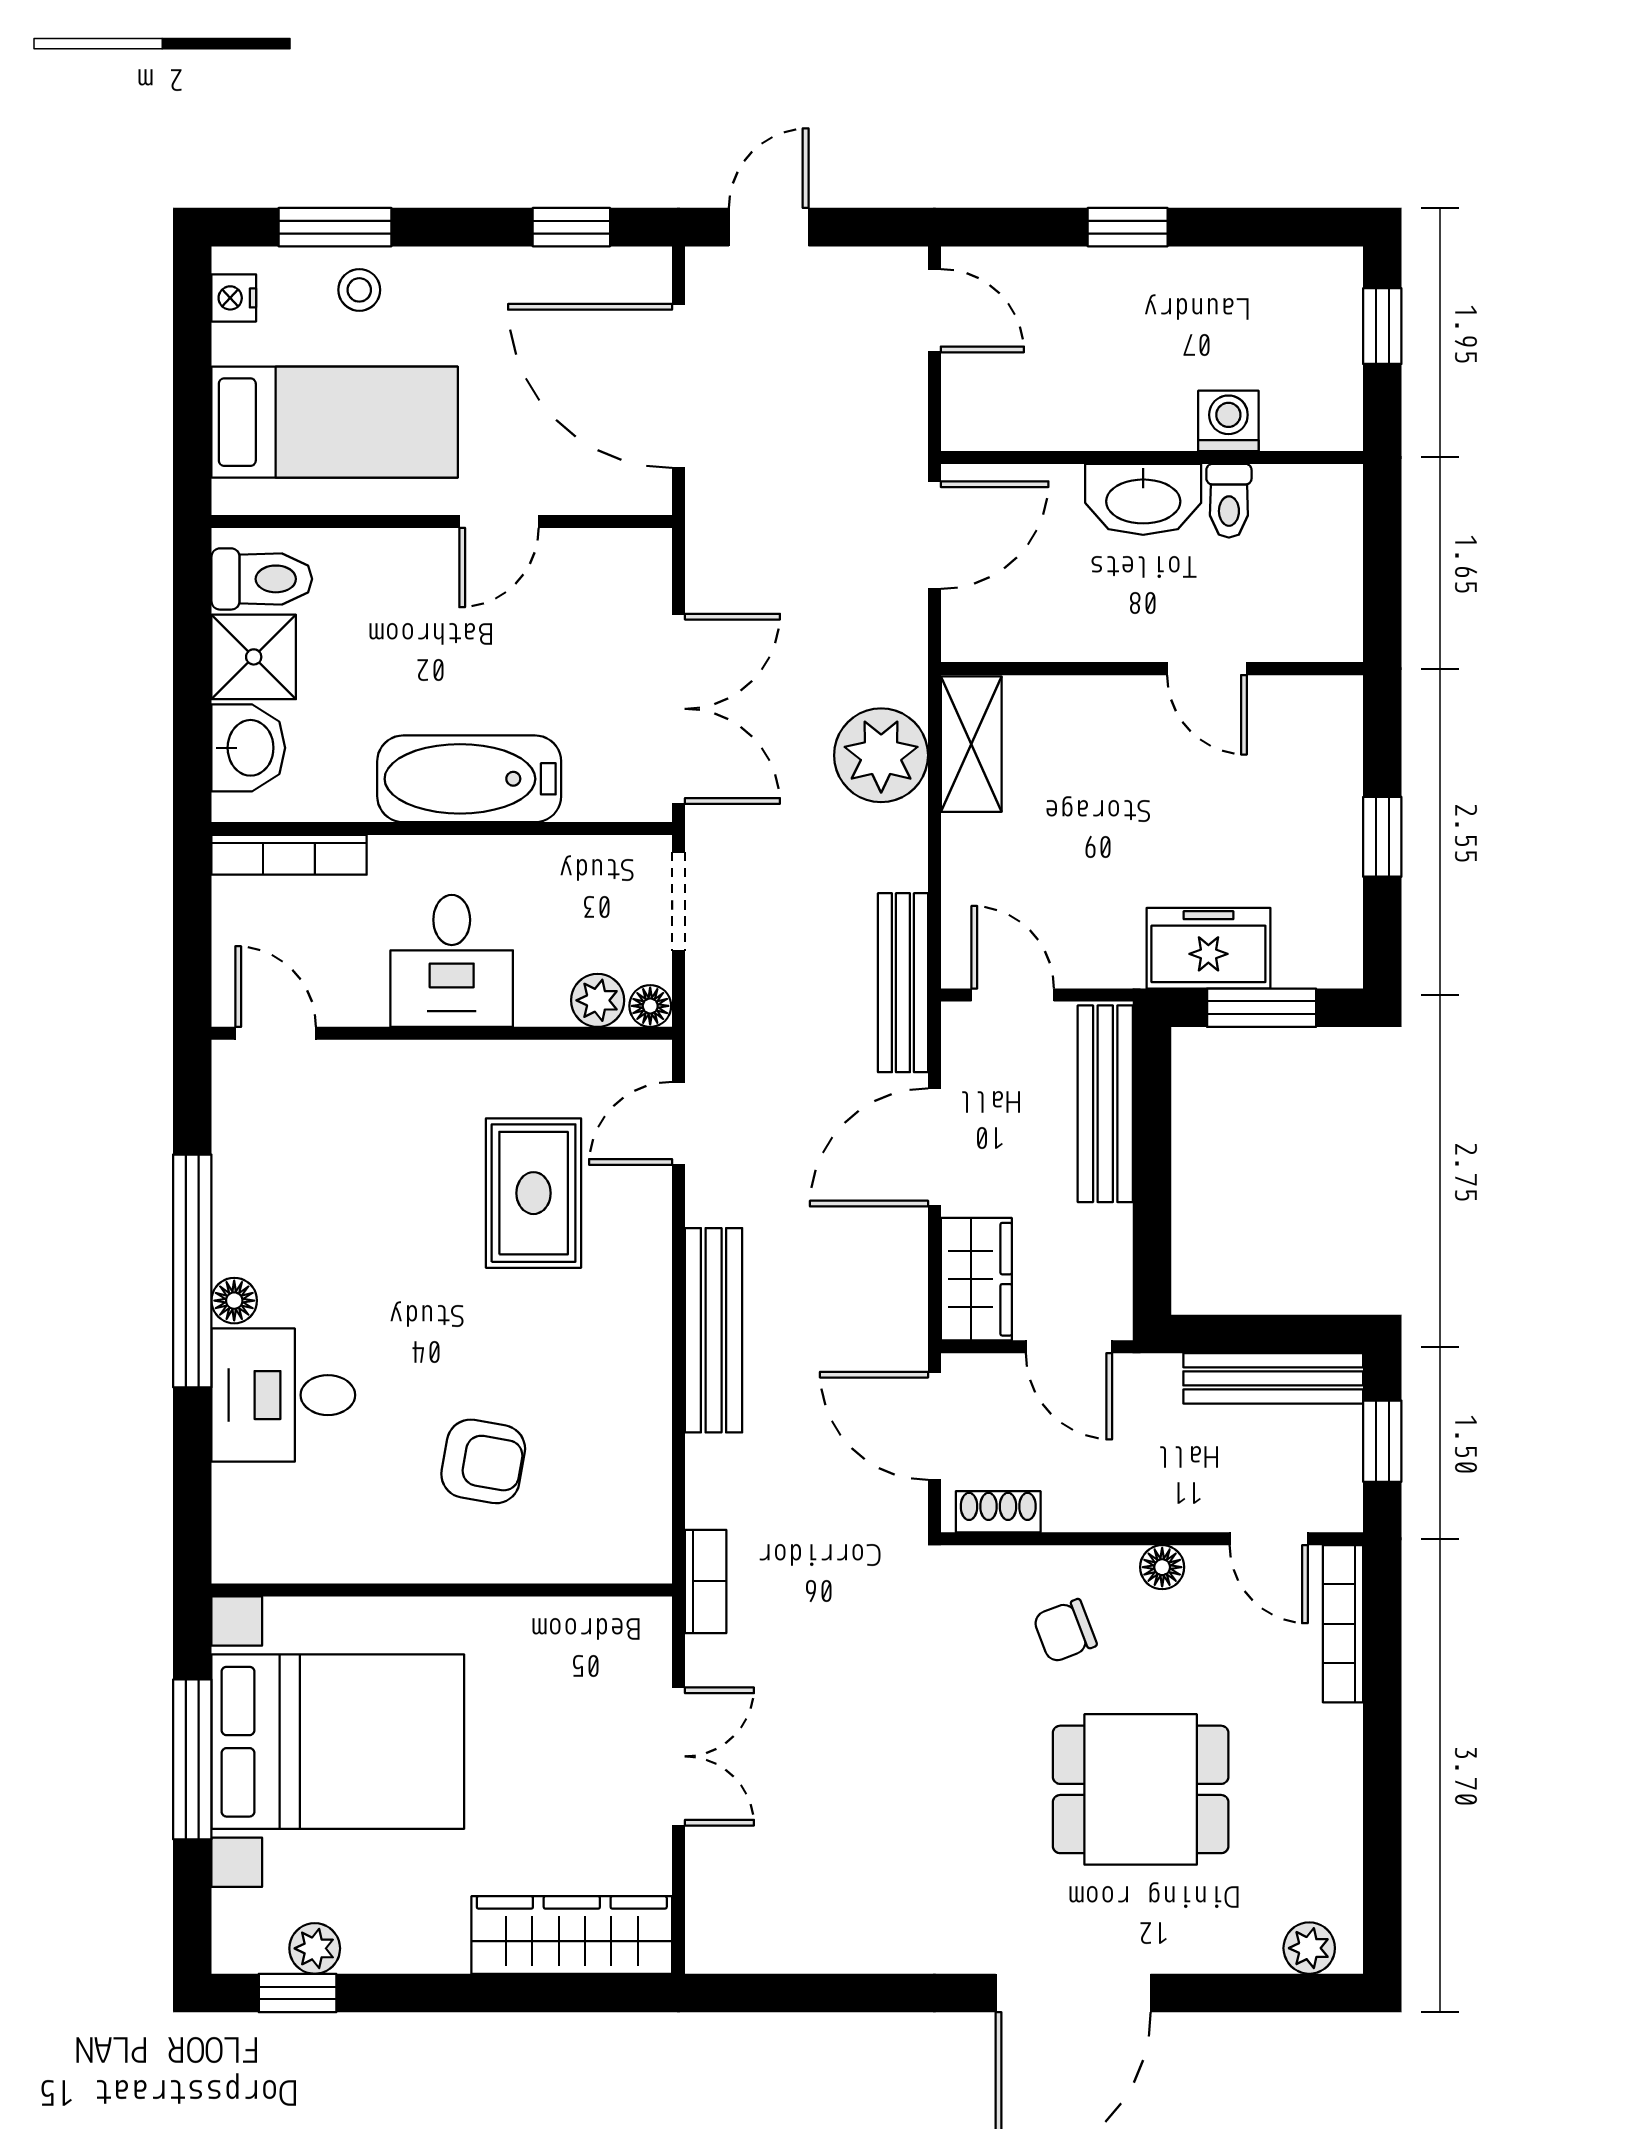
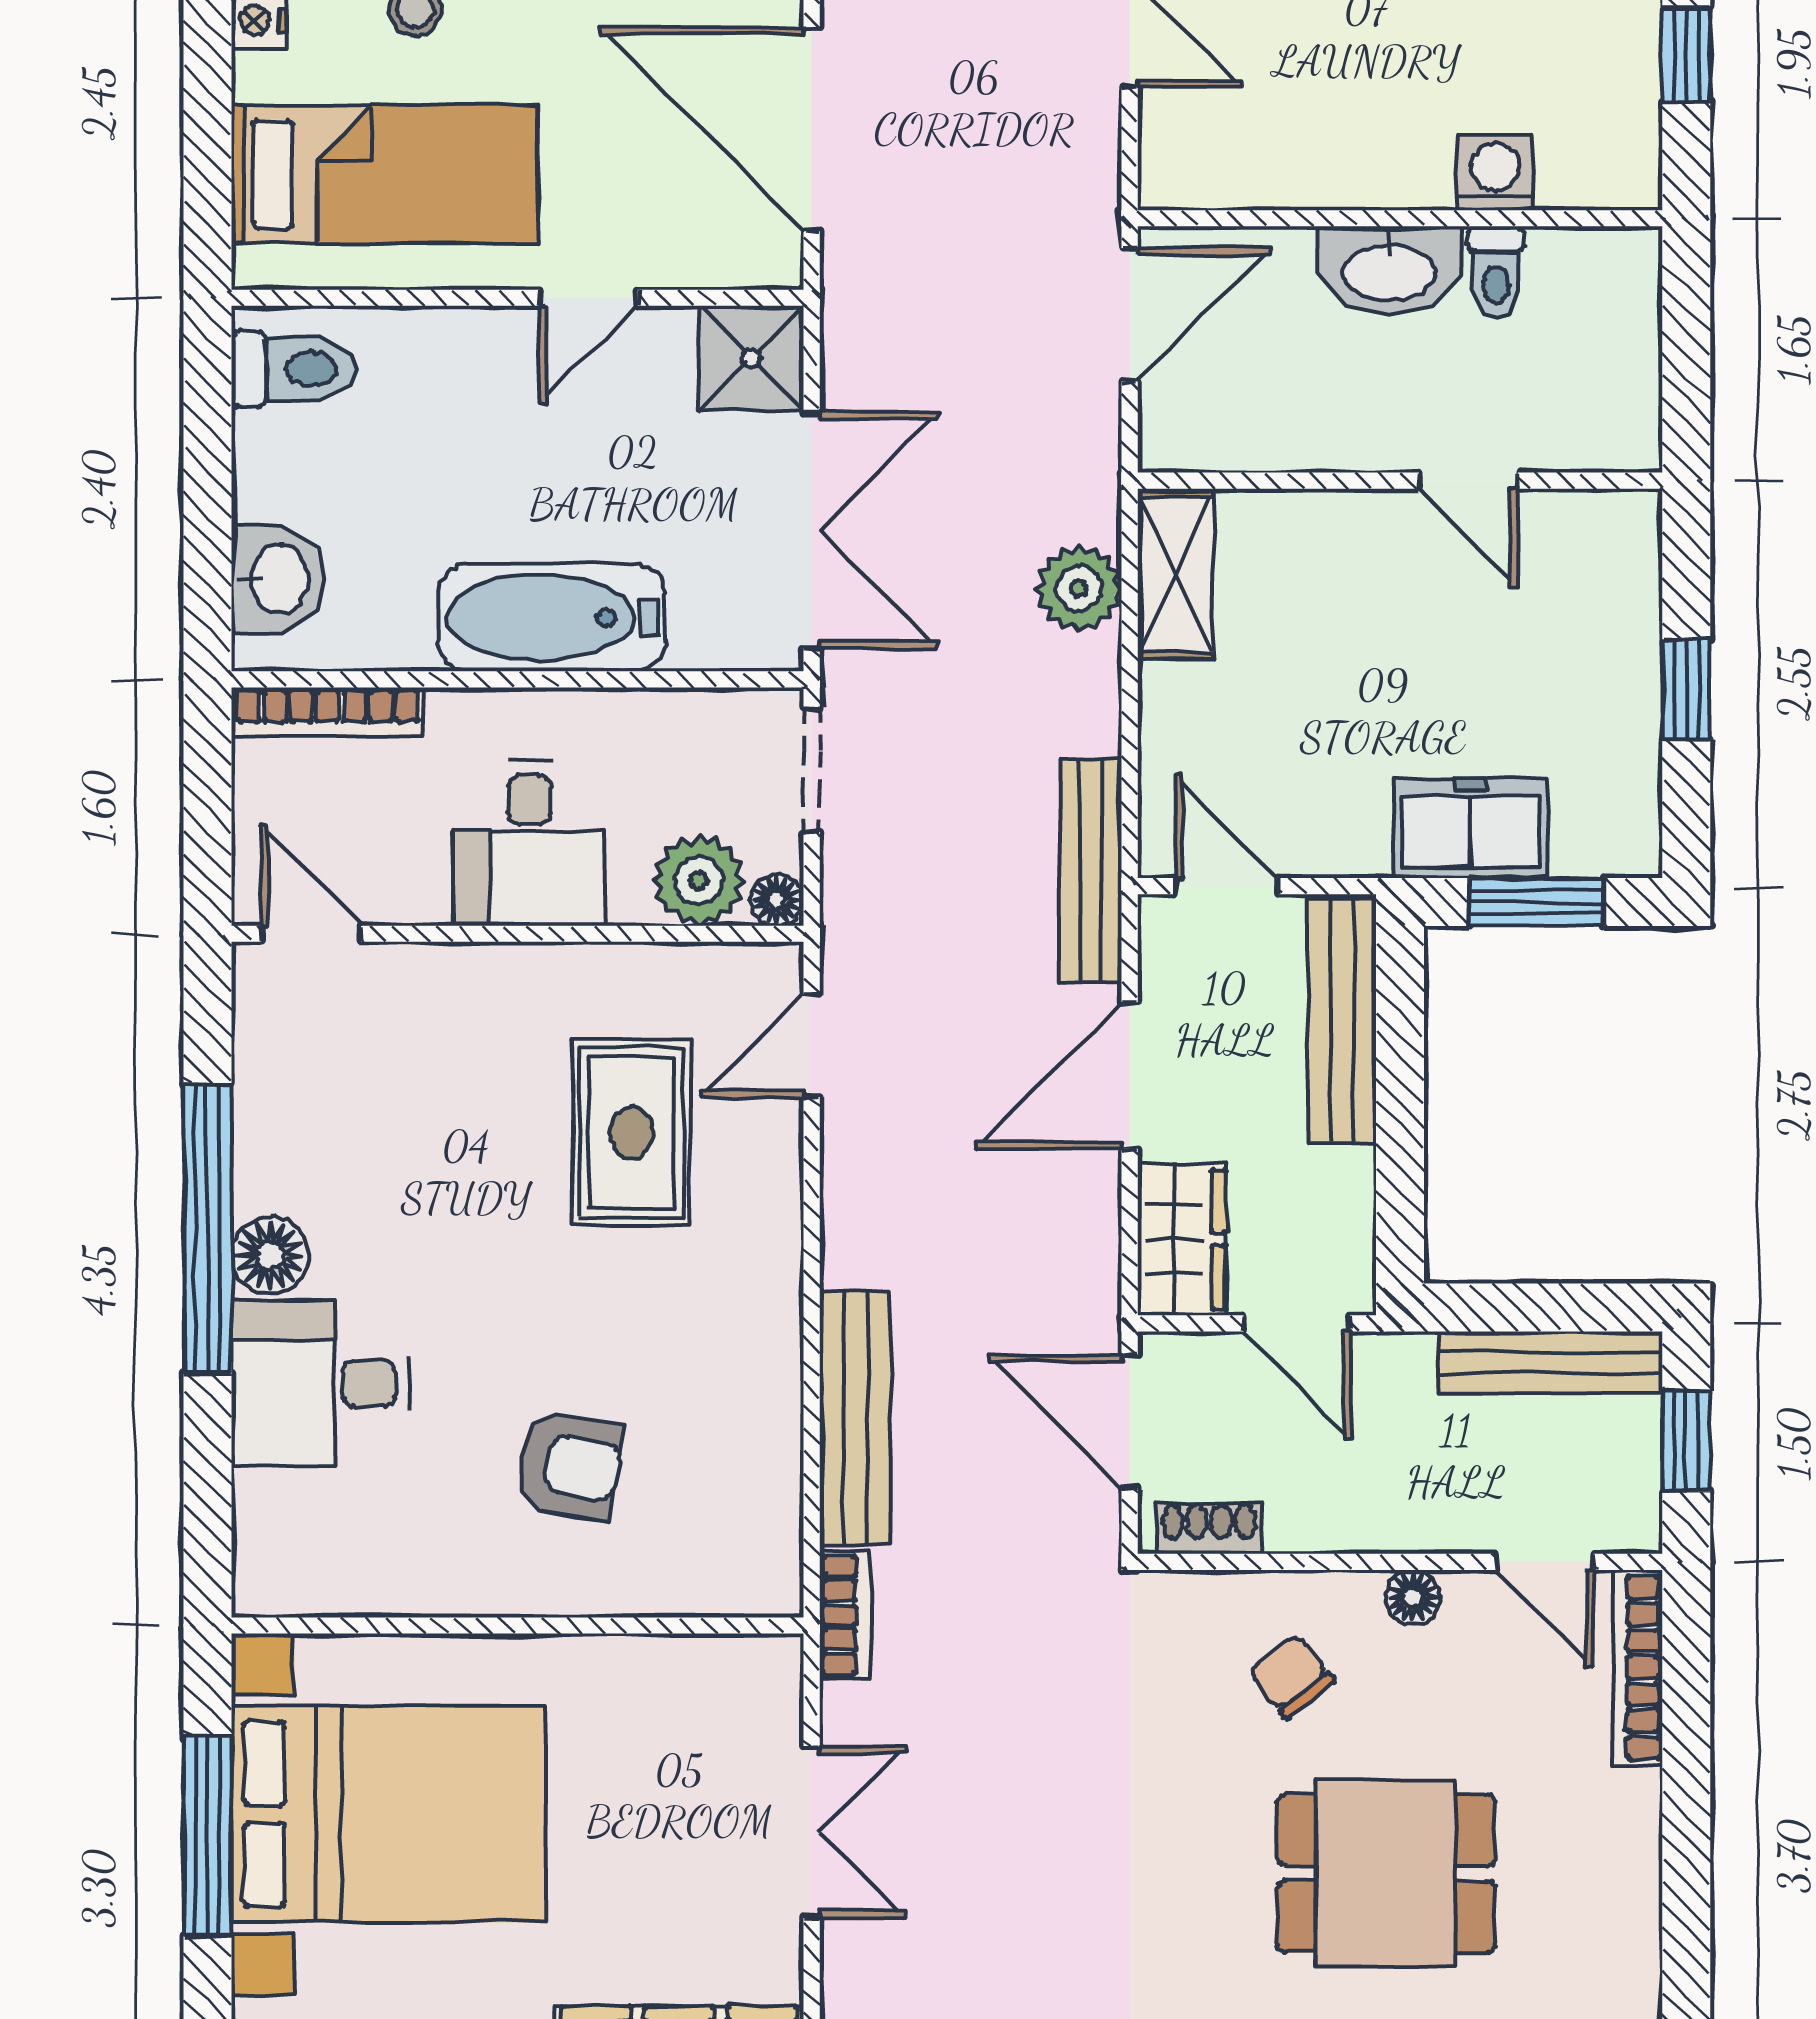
shower: (254, 657) -> (751, 358), moved
plant: (881, 755) -> (1079, 588), width x0.73, depth x0.73
plant: (598, 1000) -> (699, 880), width x1.38, depth x1.38
floor lamp: (234, 1301) -> (270, 1255), width x1.37, depth x1.37
bench: (714, 1330) -> (855, 1417), moved
chair: (1065, 1631) -> (1292, 1676), turned 73

